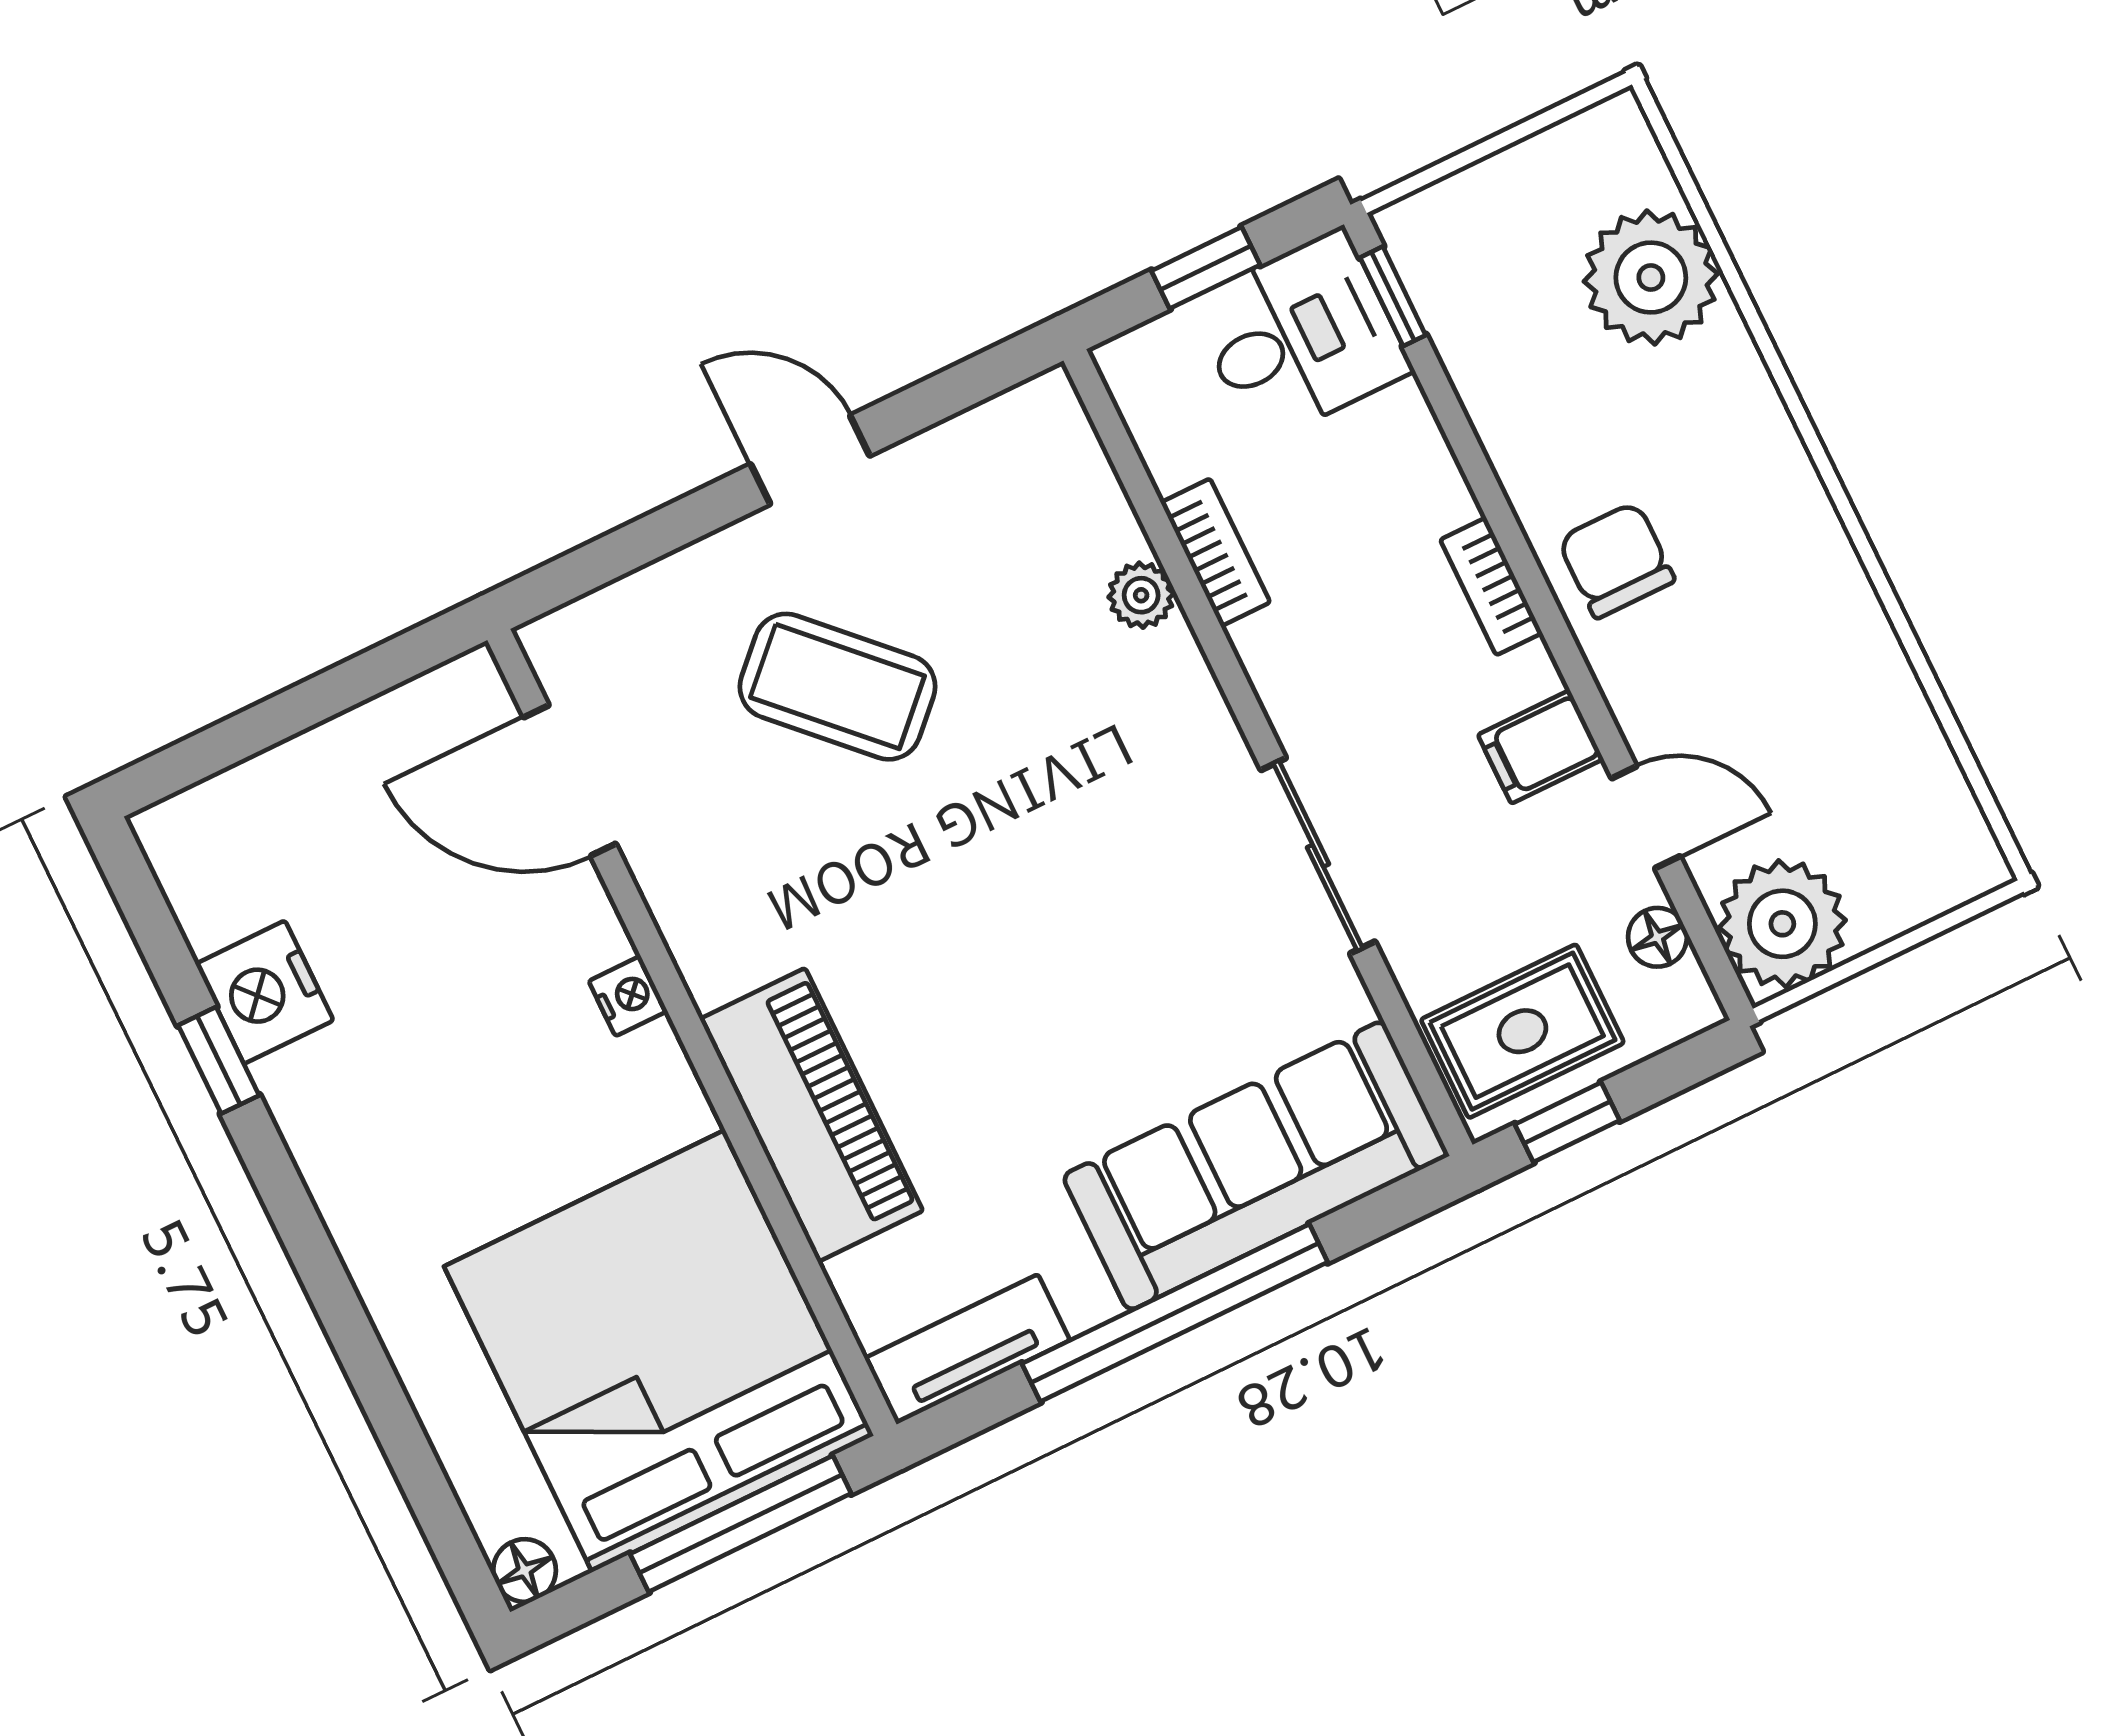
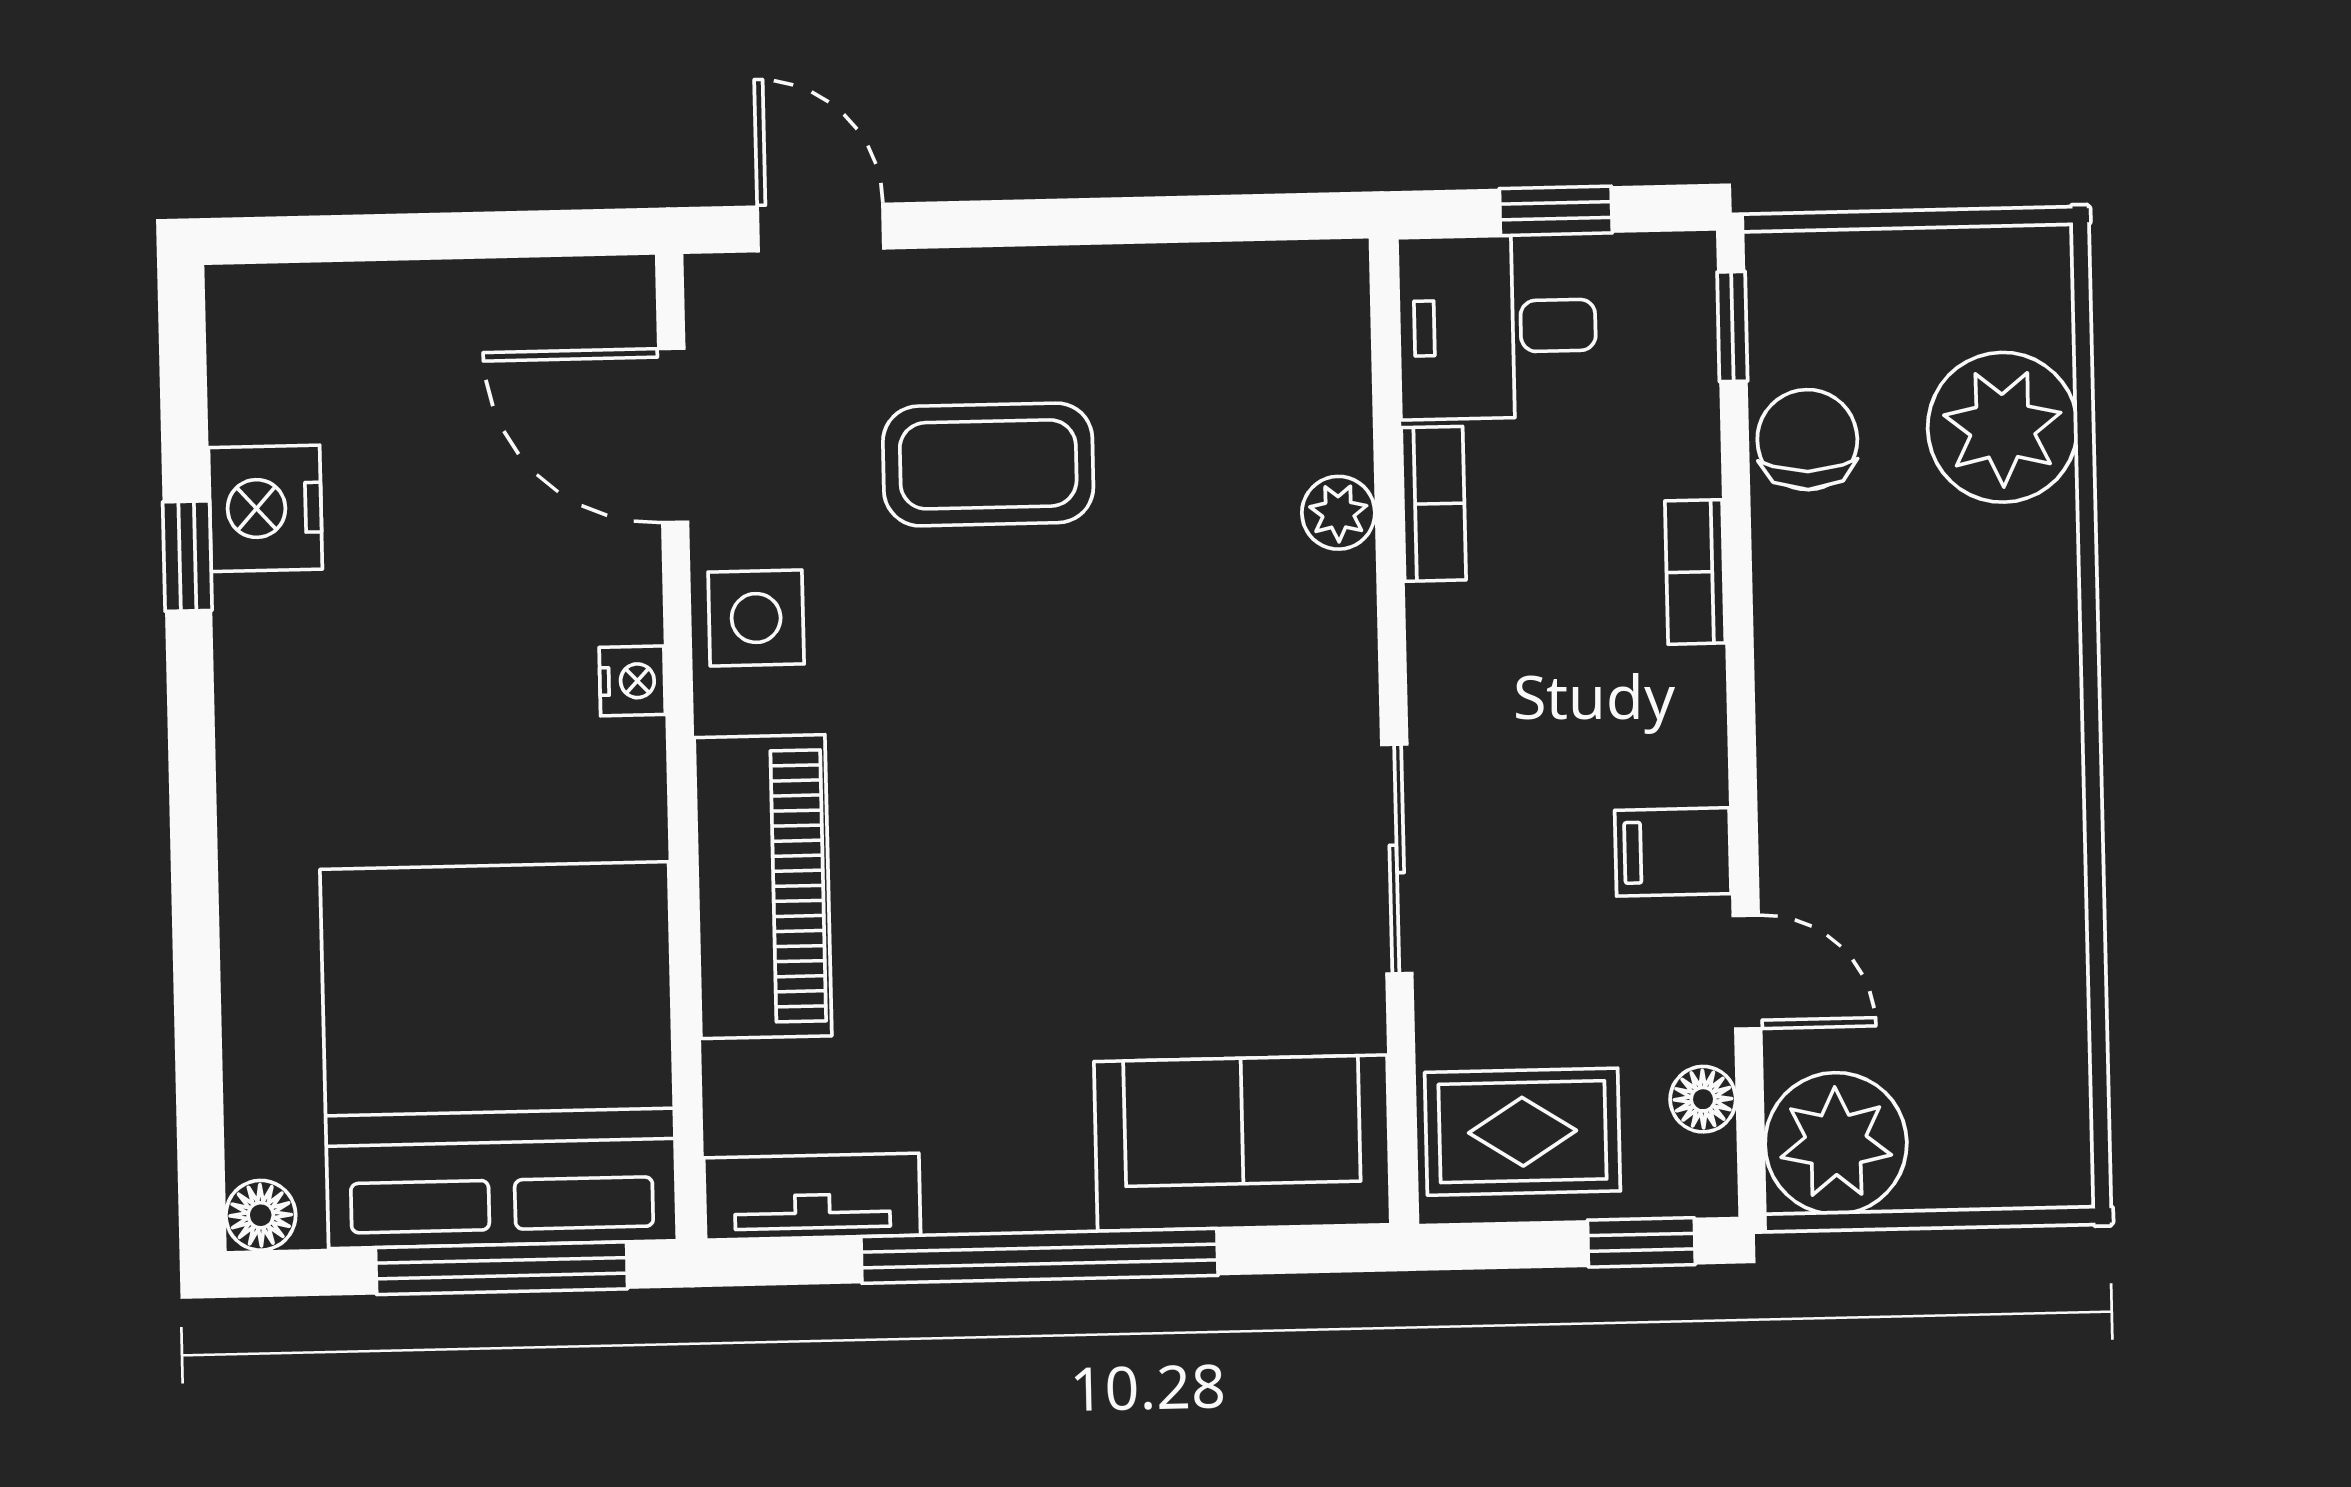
desk: (1300, 336) -> (1497, 327), moved, turned 180
door: (810, 460) -> (820, 227), moved
chair: (1616, 560) -> (1807, 440), moved
bookcase: (1491, 586) -> (1695, 572), moved
coffee table: (837, 687) -> (988, 464), turned -45
side table: (706, 898) -> (756, 618), added
window: (1567, 1122) -> (1641, 1242), moved
sofa: (1256, 1166) -> (1242, 1143), width x0.73

